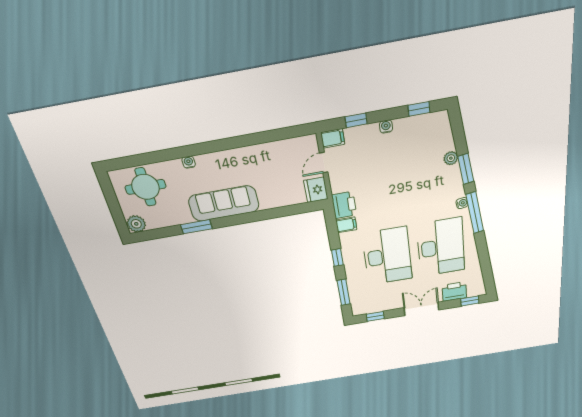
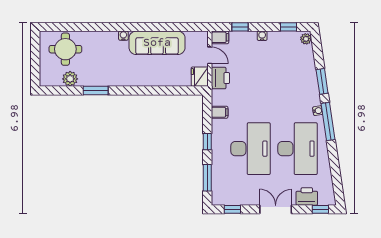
plant: (451, 158) -> (306, 39), moved
water cooler: (189, 162) -> (123, 36), moved
door: (324, 163) -> (210, 55), swing flipped
sofa: (224, 204) -> (157, 43), moved, turned 180
printer: (344, 205) -> (220, 78), moved
plant: (136, 224) -> (70, 79), moved

